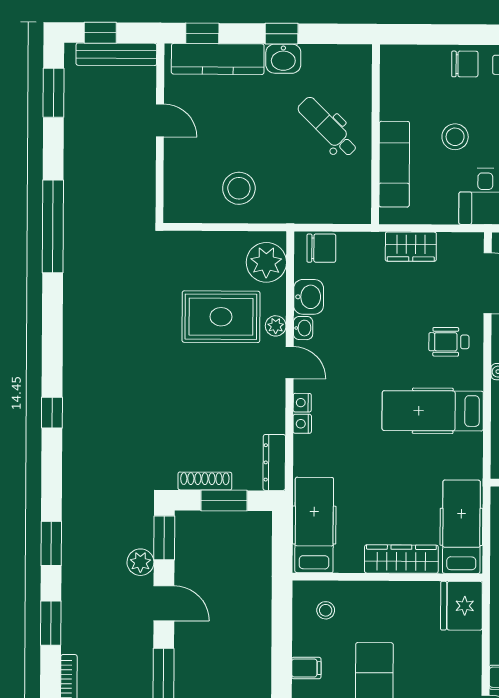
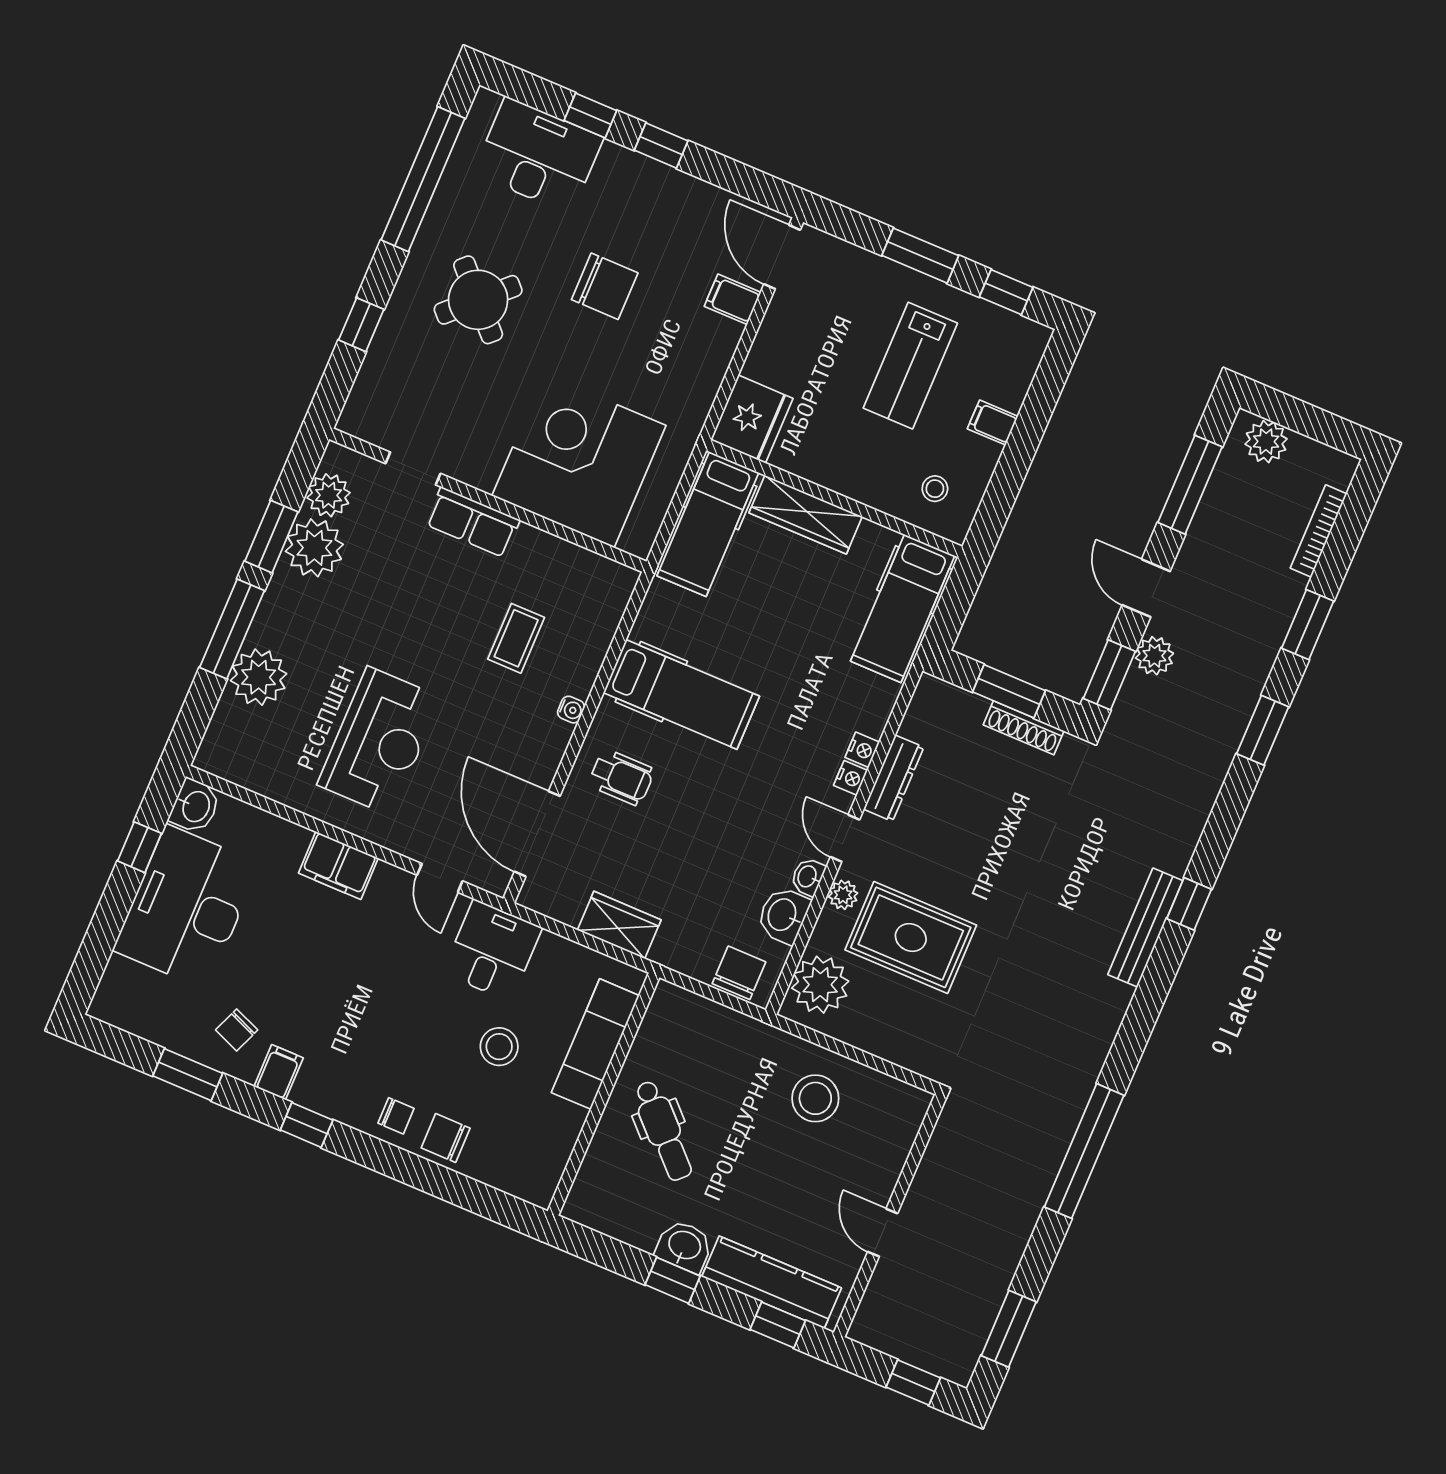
bench: (116, 54) -> (1145, 928), moved, turned 90
chair: (321, 248) -> (739, 973), turned 90
dresser: (274, 462) -> (894, 778), moved

